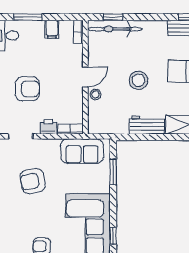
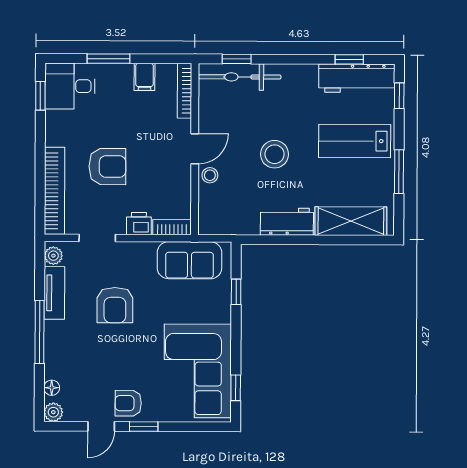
bookcase: (78, 32) -> (185, 91), width x1.56
window: (113, 172) -> (236, 292), width x0.67
armchair: (33, 181) -> (115, 305), turned -80

